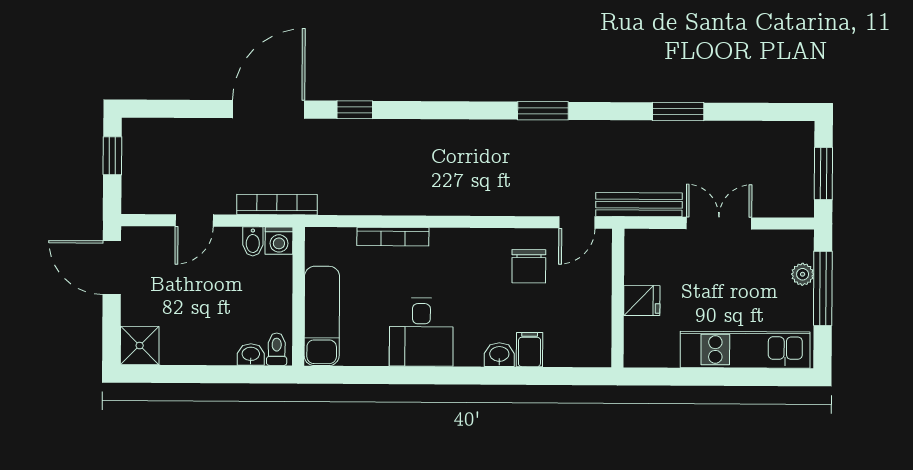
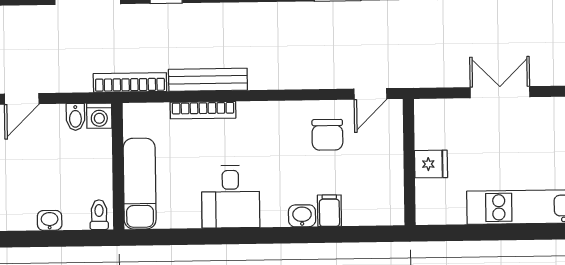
bookcase: (277, 205) -> (130, 82), moved
bench: (639, 205) -> (208, 80), moved
washbasin: (251, 355) -> (50, 220), moved

